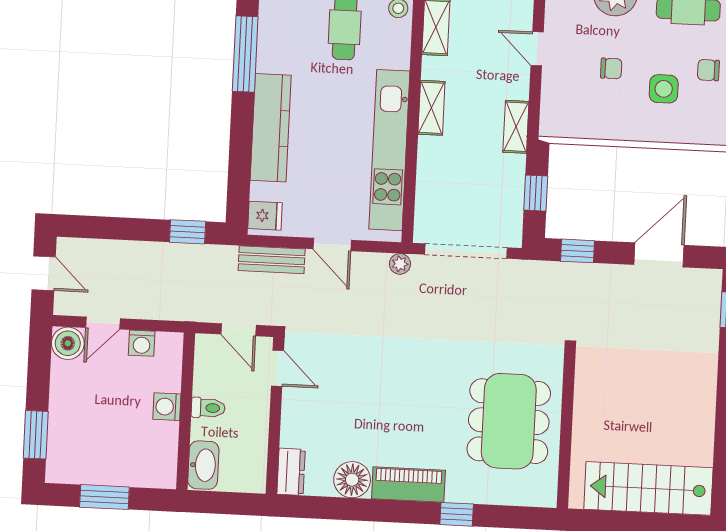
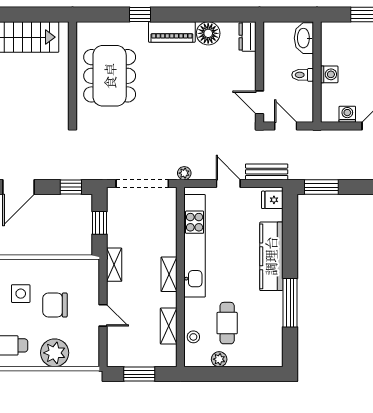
chair: (611, 68) -> (55, 305), width x1.87, depth x1.87
window: (188, 232) -> (321, 187), width x1.50

